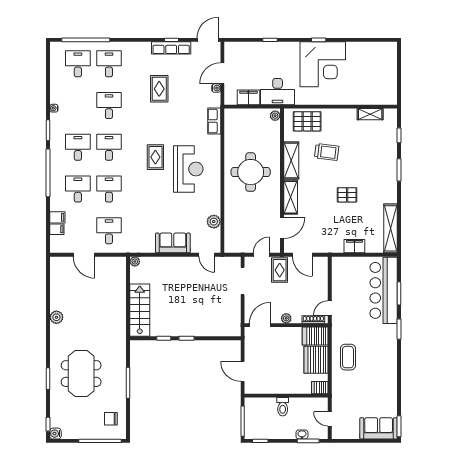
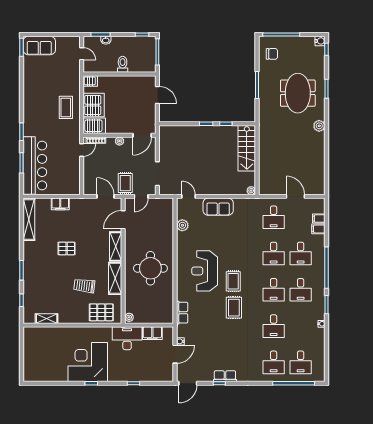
row of seats: (171, 48) -> (225, 376), width x0.68
rug: (159, 89) -> (234, 308), moved
plant: (56, 317) -> (319, 126), moved

